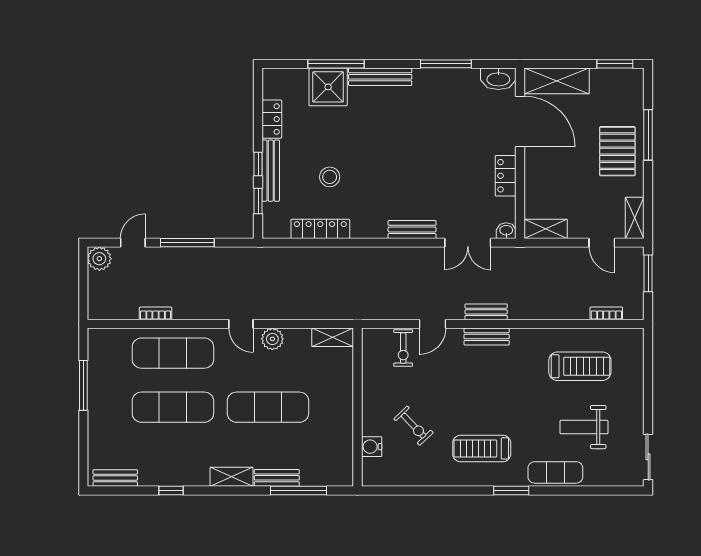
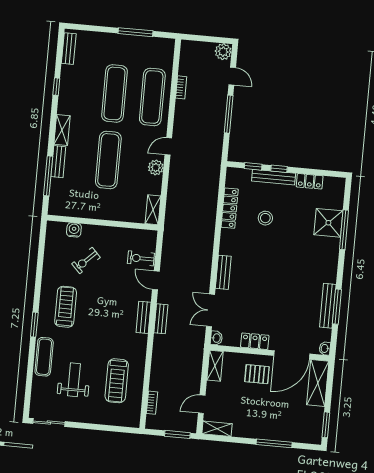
bench: (380, 77) -> (328, 306), moved
washbasin: (498, 79) -> (325, 348), width x0.52, depth x0.69
pallet: (617, 151) -> (257, 374), moved, width x0.67, depth x0.71

